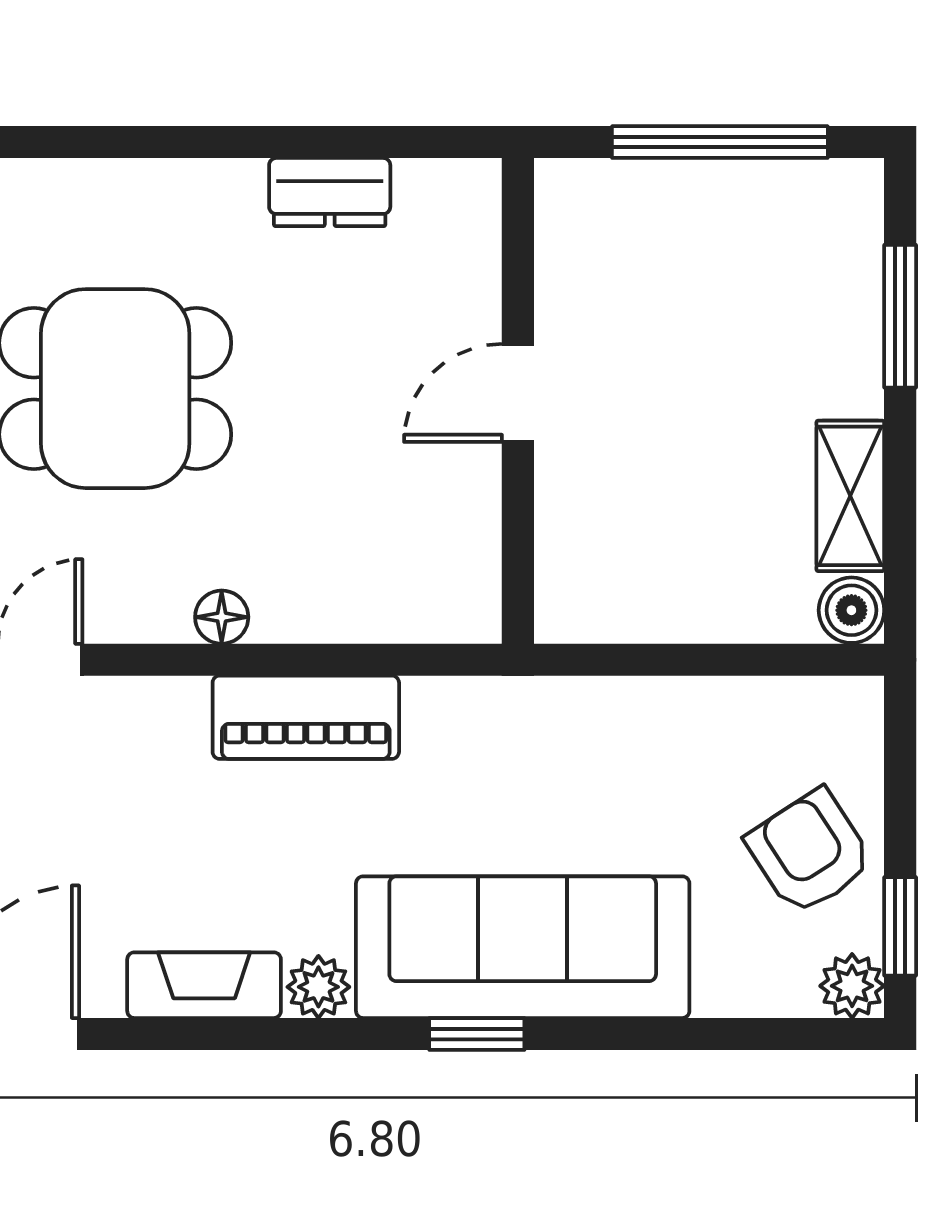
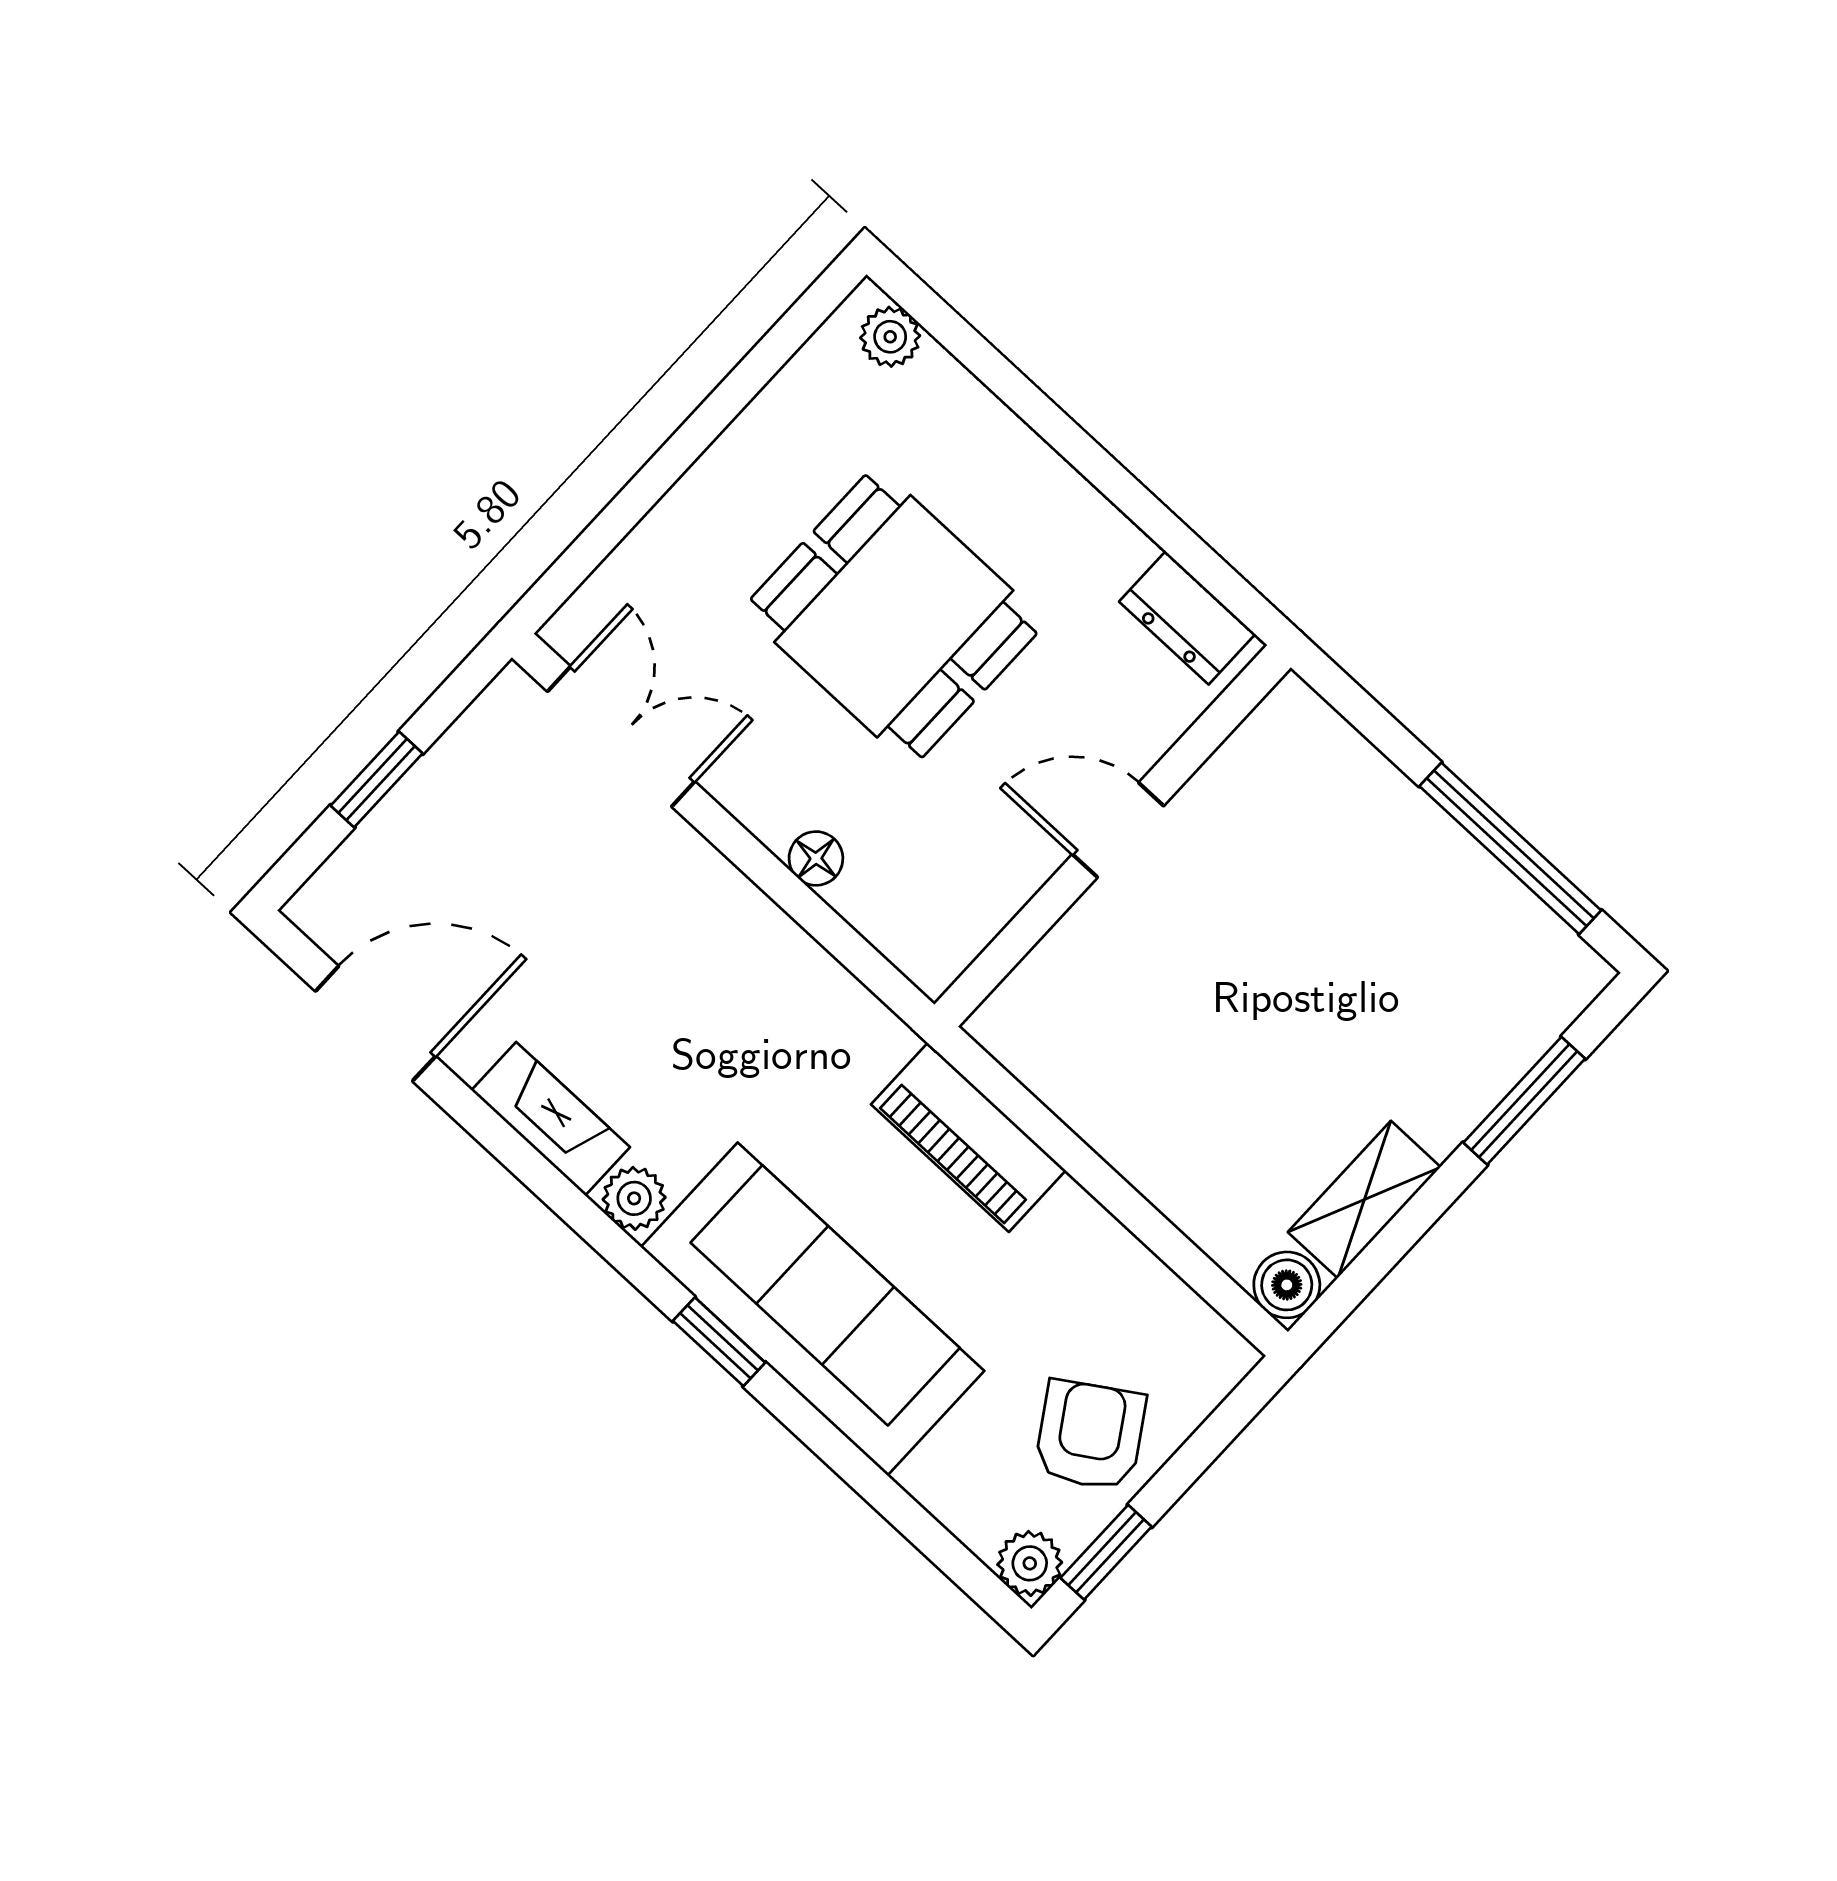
door: (518, 393) -> (1118, 830), moved
wall: (518, 401) -> (1113, 836), moved
piano: (306, 717) -> (968, 1137), moved

